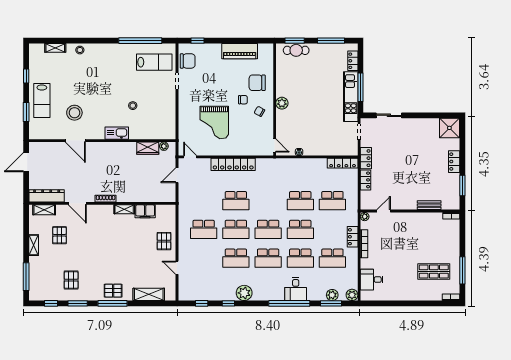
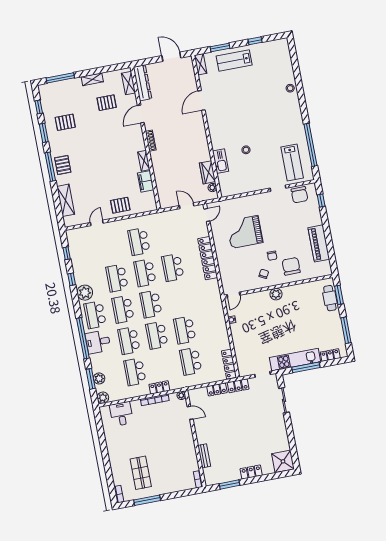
shelving: (55, 48) -> (200, 64), moved
stool: (74, 113) -> (228, 95), removed
kitchen sink: (117, 133) -> (220, 161), moved
school desk: (268, 287) -> (95, 315), added

